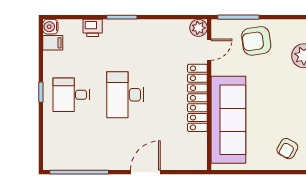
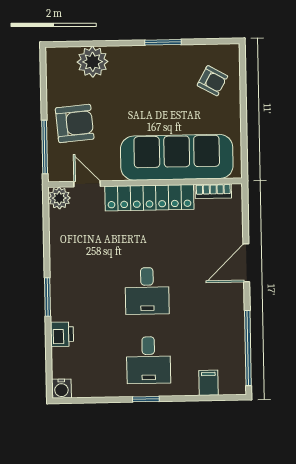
armchair: (256, 41) -> (75, 123), turned -87
filing cabinet: (53, 43) -> (209, 383), moved
desk: (125, 95) -> (147, 291), width x0.73
bookcase: (202, 148) -> (213, 191), added
door: (145, 172) -> (246, 263), hinge flipped

